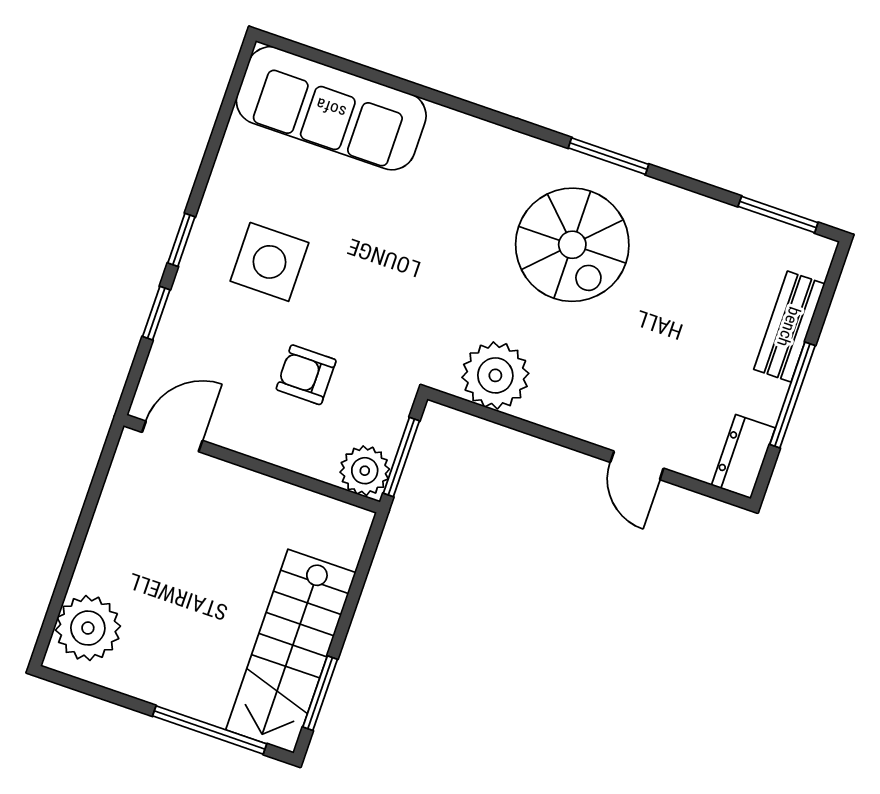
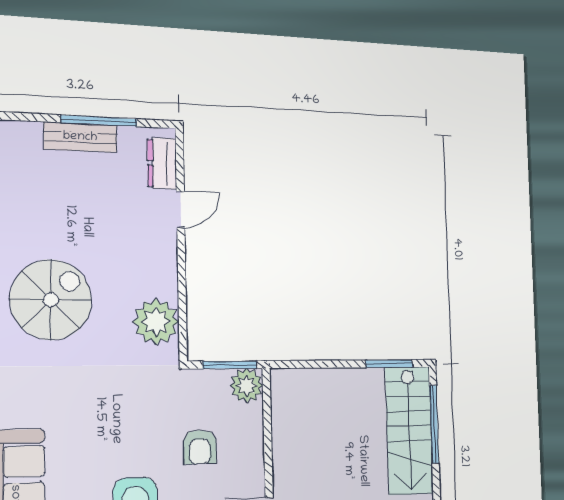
bench: (789, 327) -> (80, 137), moved
dresser: (743, 457) -> (162, 163), moved, turned 90
stairs: (291, 651) -> (409, 430), moved, turned 90

